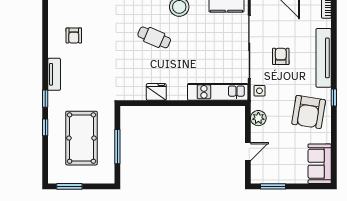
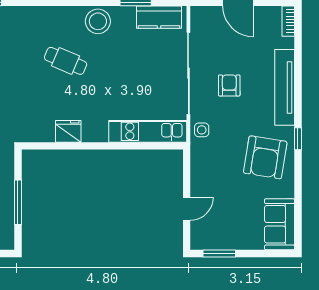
plant: (258, 118) -> (200, 165), removed

